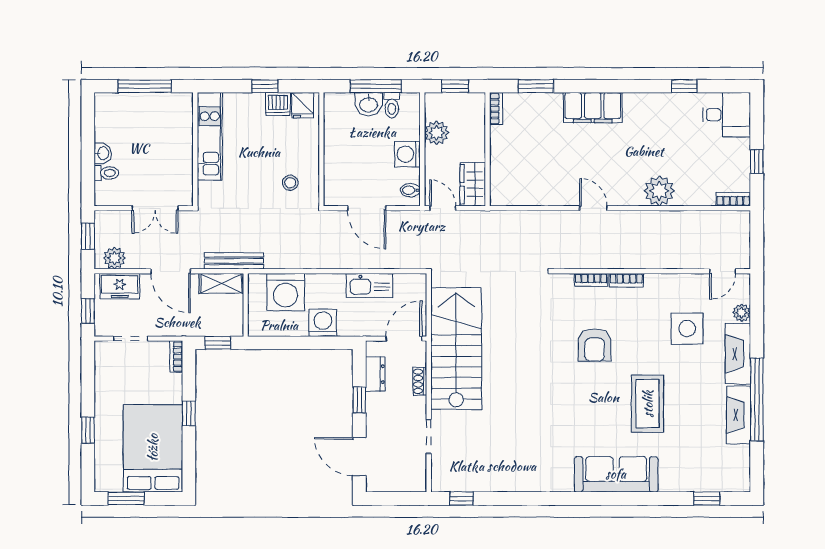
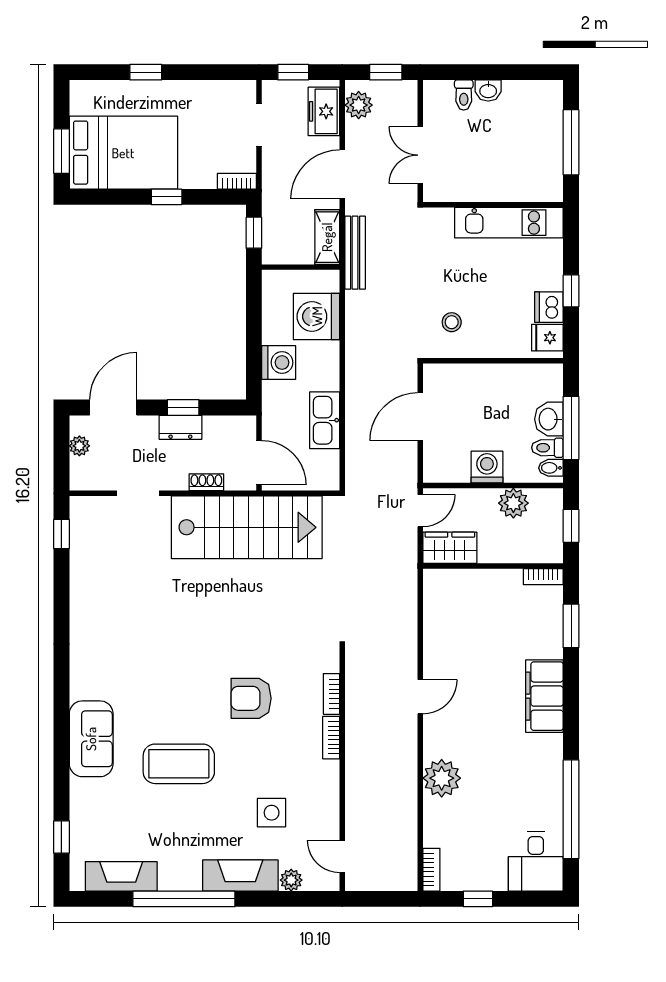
window: (684, 86) -> (571, 809), width x3.17
bidet: (410, 190) -> (551, 468), moved, turned -90
side table: (687, 329) -> (272, 813), width x0.73, depth x0.73
dresser: (375, 374) -> (180, 427), moved
fireplace: (739, 415) -> (121, 876), moved
sofa: (616, 474) -> (91, 739), width x0.73
plant: (390, 484) -> (79, 446), added
window: (126, 498) -> (61, 151), moved

